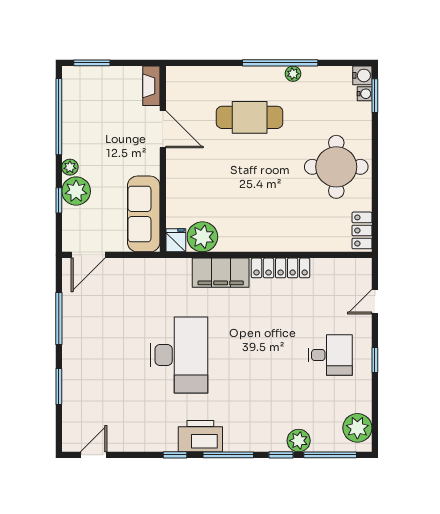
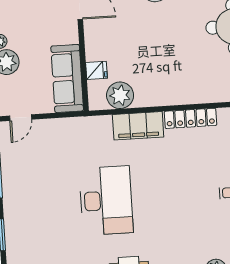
fridge: (176, 240) -> (96, 70), moved, turned 90
door: (88, 255) -> (21, 118), width x0.73

